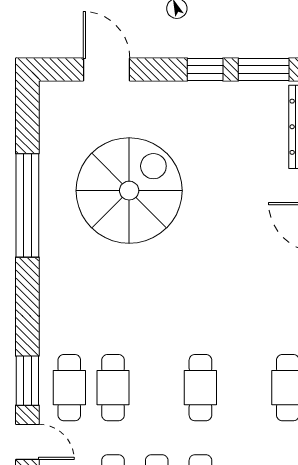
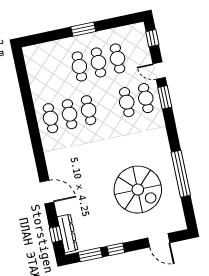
spiral stairs: (129, 191) -> (138, 190), turned -90
cafe table: (244, 388) -> (70, 114), added

